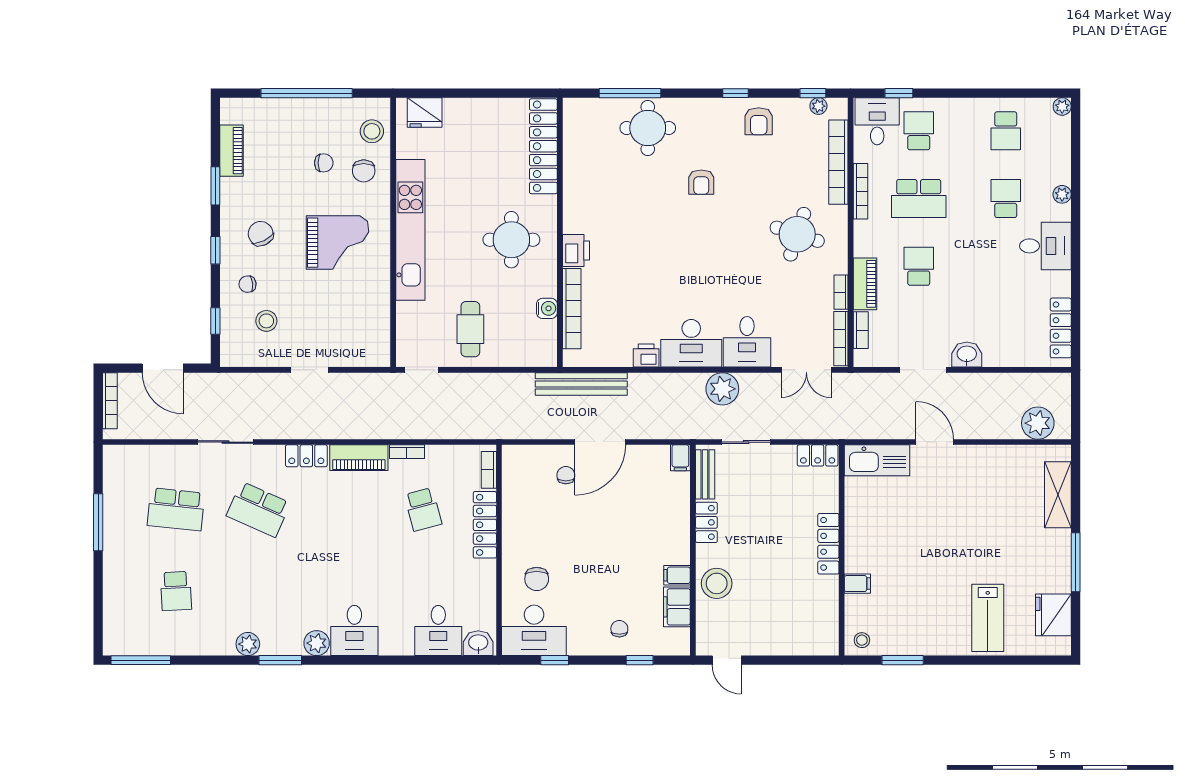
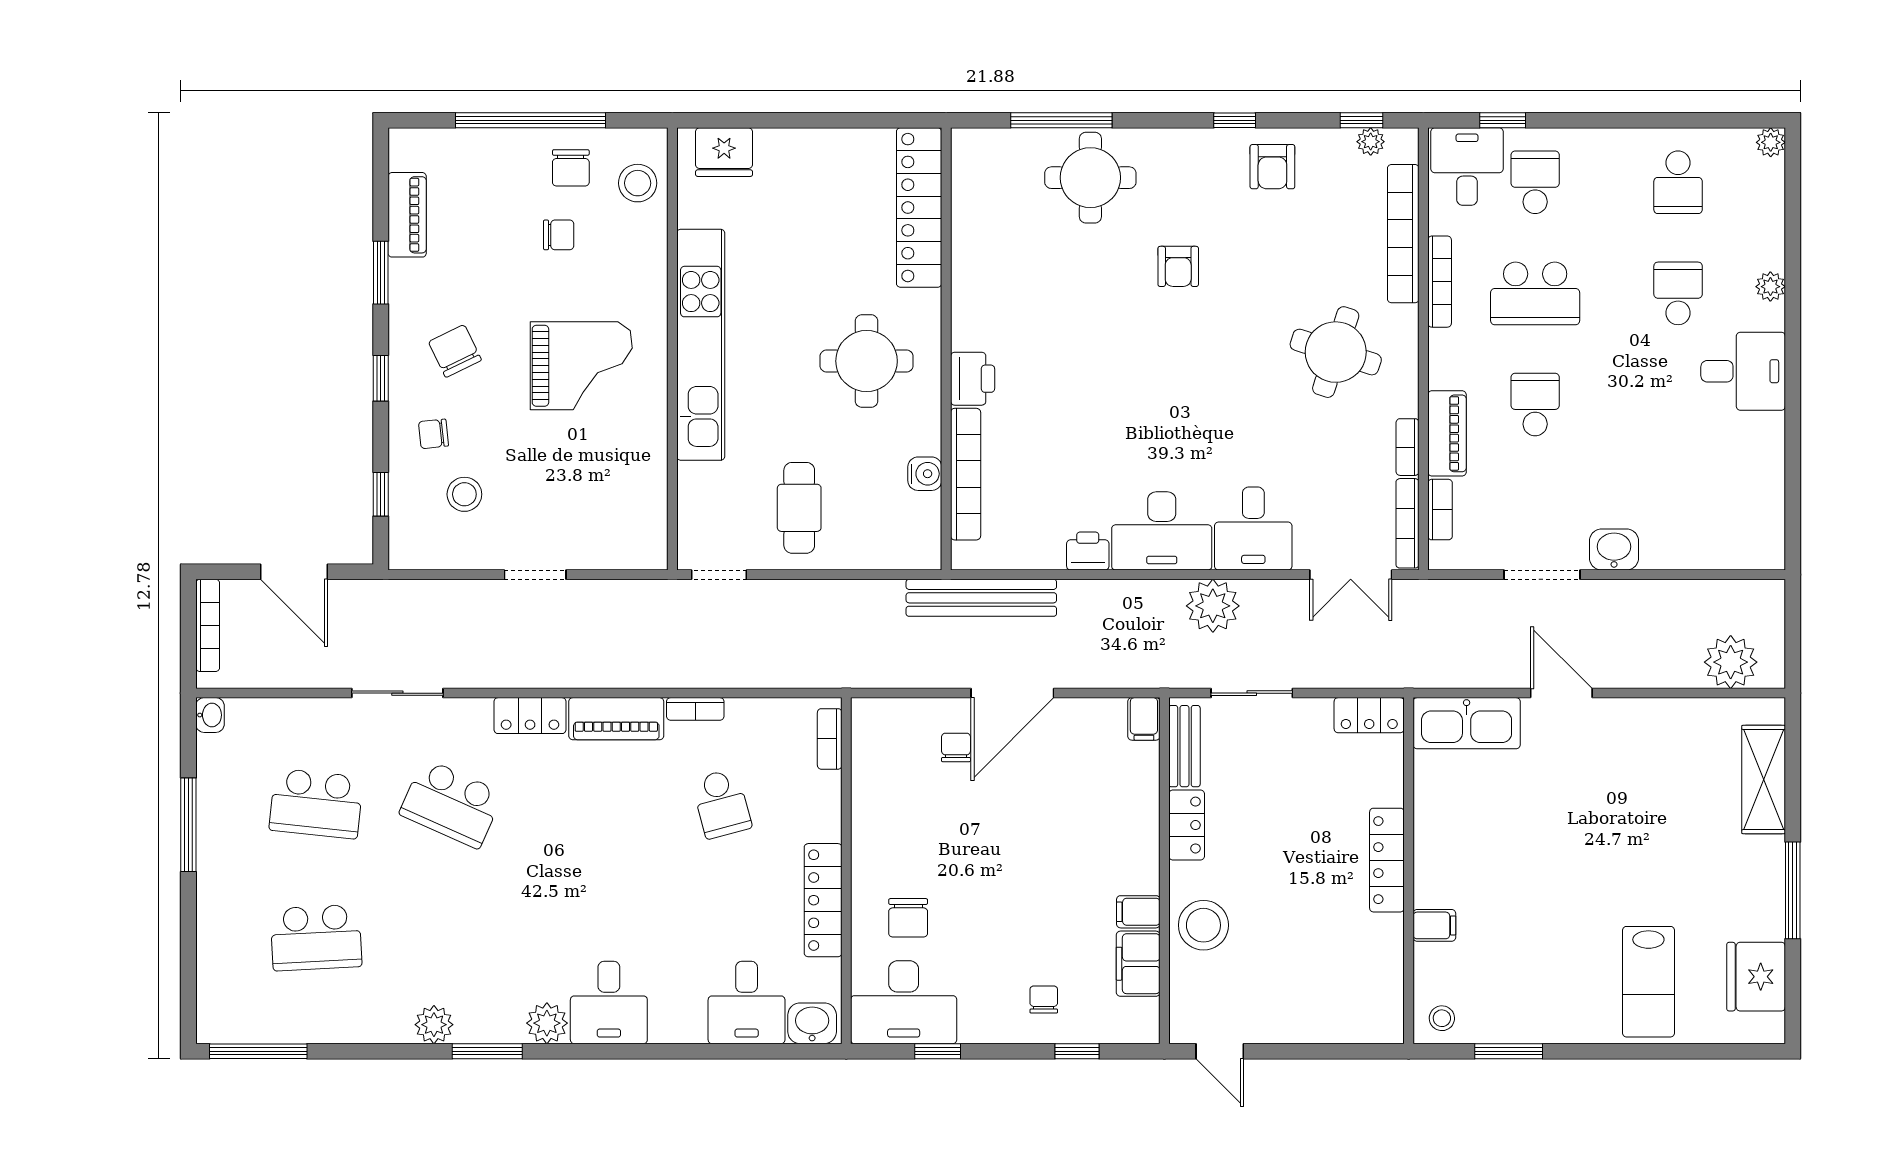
chair: (364, 171) -> (571, 168), moved
locker: (1061, 328) -> (1768, 506), removed
washbasin: (111, 455) -> (210, 715), added
locker: (485, 525) -> (823, 900), moved
school desk: (176, 591) -> (316, 938), width x1.85

